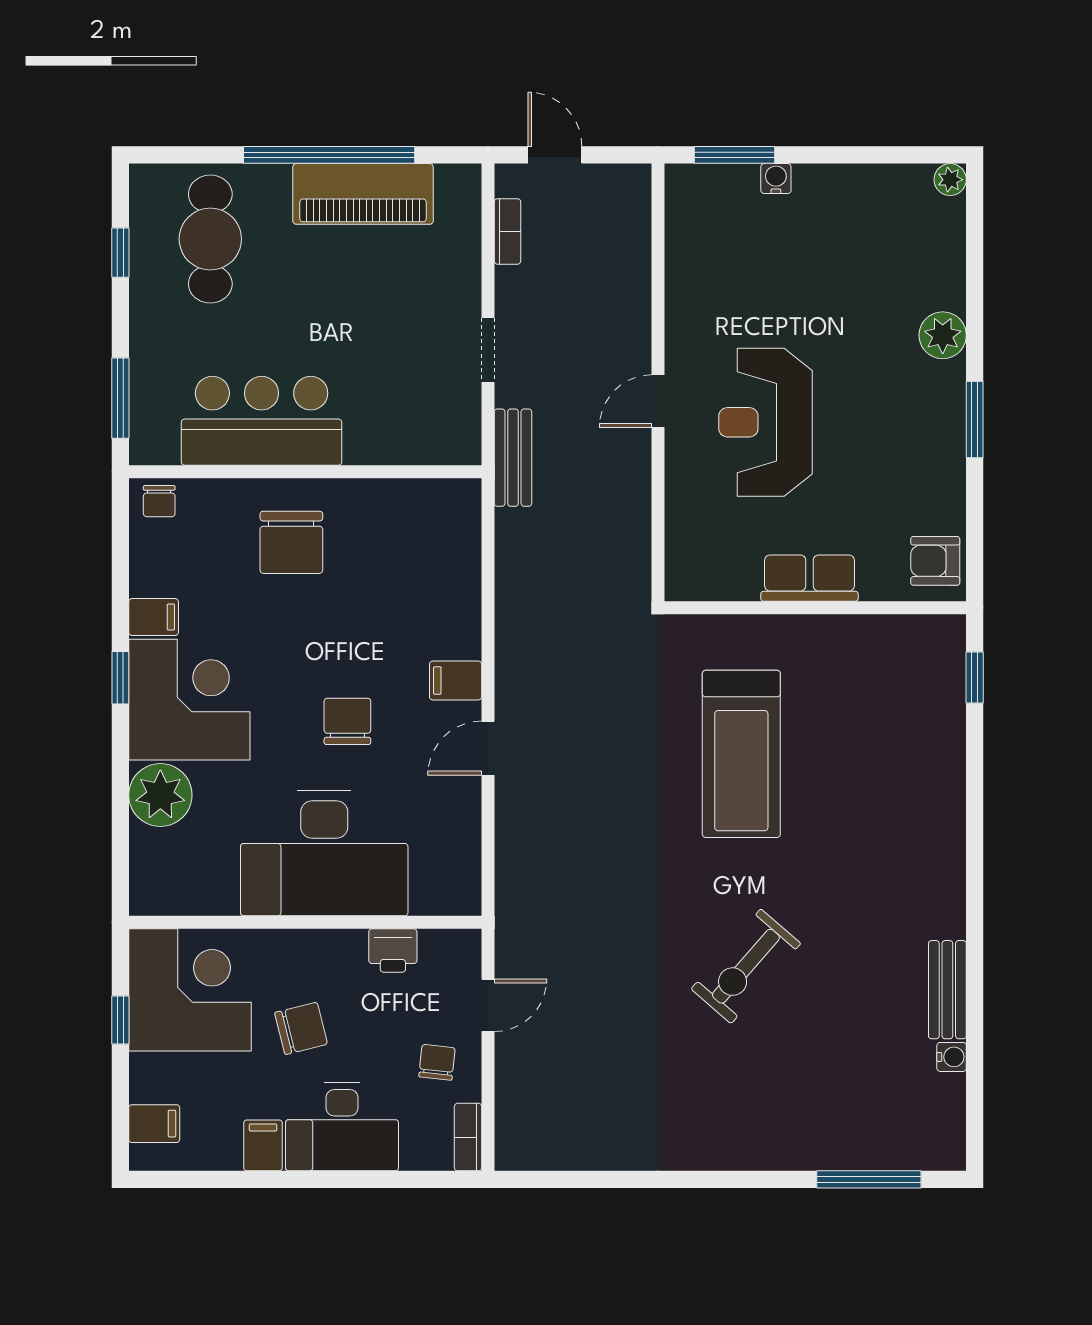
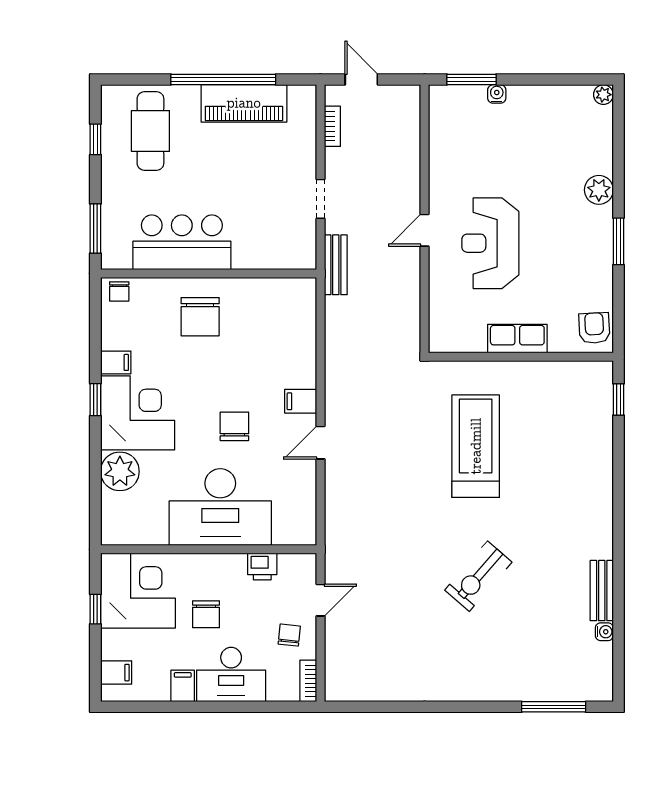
armchair: (935, 561) -> (594, 328), turned 87
treadmill: (741, 754) -> (476, 446), turned 180
chair: (301, 1028) -> (206, 614), turned 104

